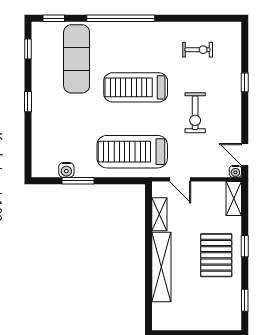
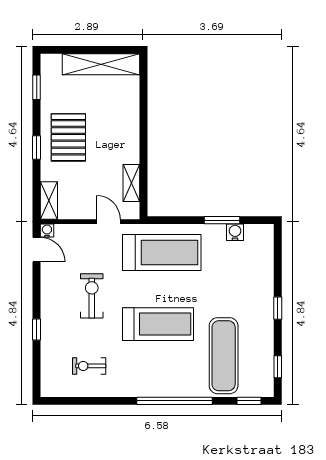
shelving: (161, 267) -> (101, 64), moved, turned 90

